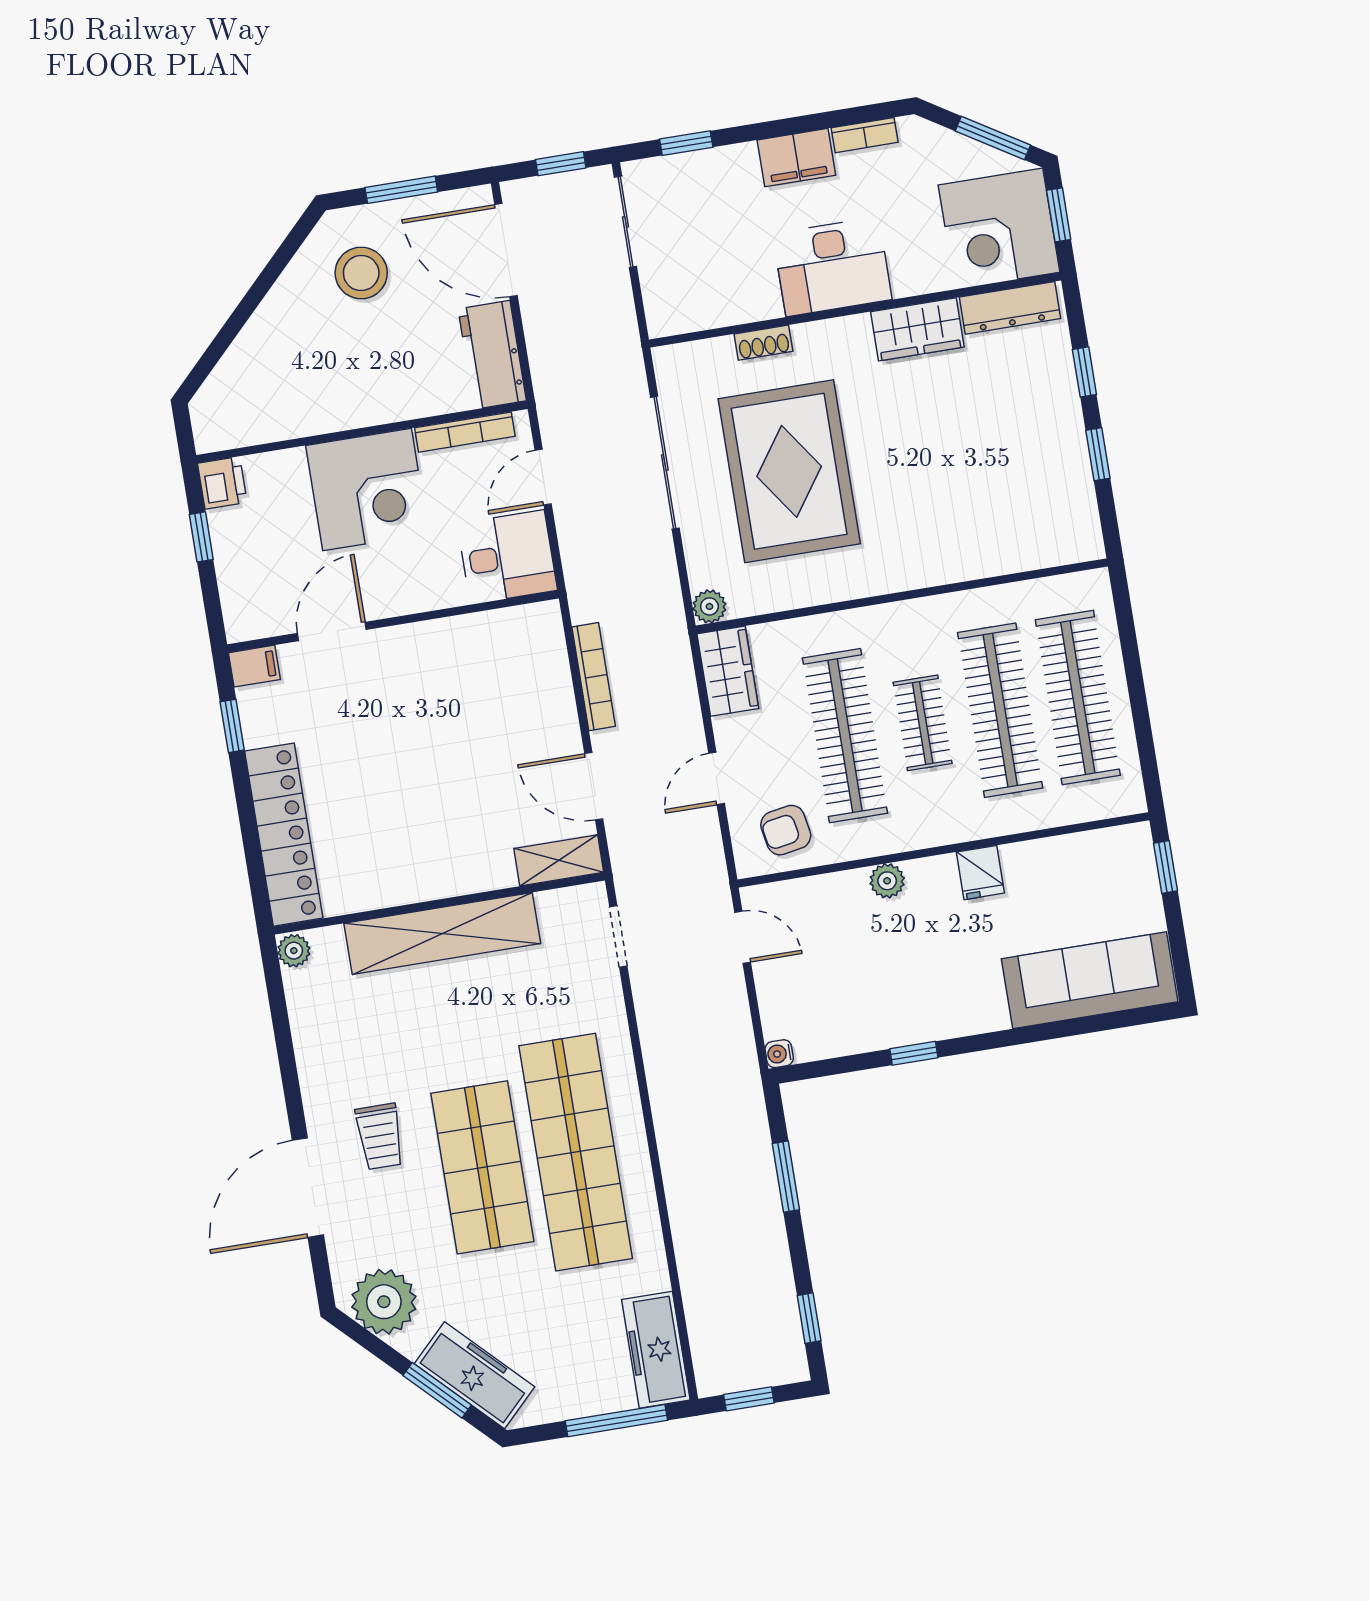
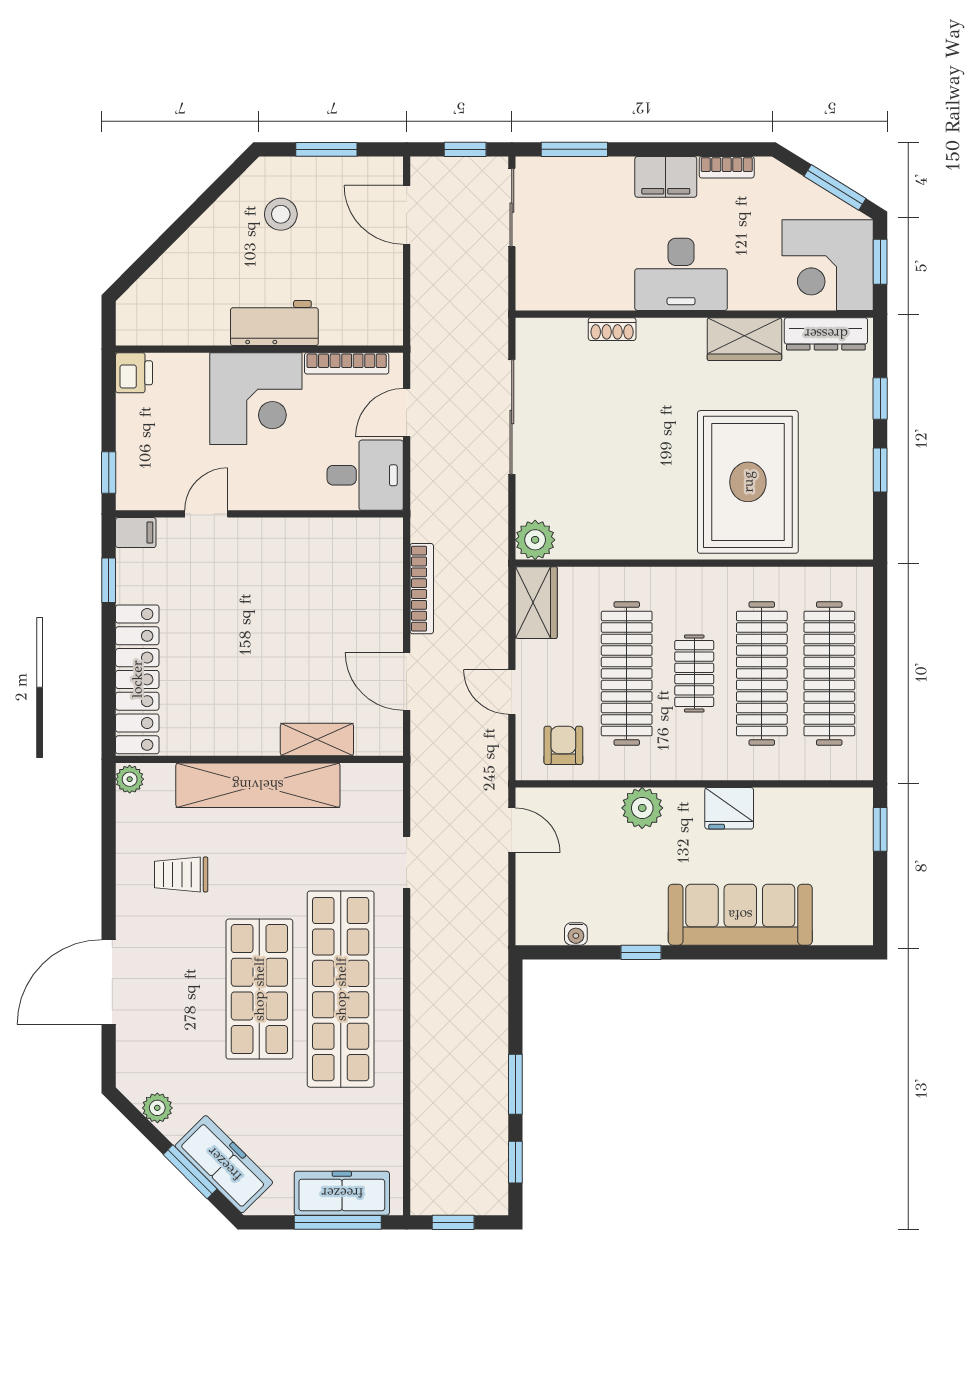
window: (686, 143) -> (574, 149), width x1.50
door: (506, 250) -> (407, 215), width x0.73
stool: (361, 273) -> (281, 214), width x0.73, depth x0.73
workbench: (492, 355) -> (274, 323), moved, turned 90
rug: (789, 471) -> (748, 482), moved
window: (201, 537) -> (109, 472), moved
plant: (709, 606) -> (535, 540), width x1.38, depth x1.38
door: (332, 631) -> (206, 514), width x0.73
door: (717, 778) -> (512, 692), hinge flipped
armchair: (786, 830) -> (563, 745), turned 100
shelving: (559, 860) -> (317, 740), moved
fridge: (980, 873) -> (729, 808), width x1.38
plant: (887, 881) -> (642, 808), width x1.38, depth x1.38
doorway: (618, 936) -> (407, 863), moved
sofa: (1090, 980) -> (740, 915), moved
water cooler: (779, 1054) -> (576, 934), moved, turned -90
trolley: (380, 1136) -> (181, 874), moved, turned 90
window: (786, 1177) -> (515, 1084), moved
plant: (384, 1302) -> (157, 1108), width x0.53, depth x0.53
freezer: (656, 1350) -> (342, 1193), moved, turned 90

